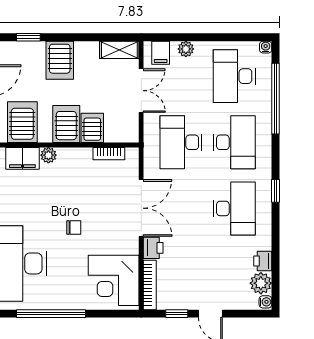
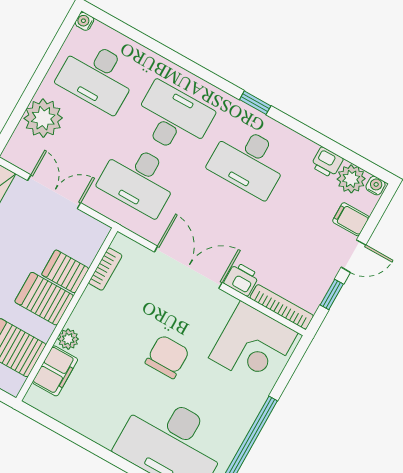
plant: (186, 49) -> (43, 118), width x1.87, depth x1.87
filing cabinet: (161, 53) -> (351, 219), moved, turned 180
window: (275, 99) -> (150, 43), removed
desk: (234, 208) -> (249, 161), turned 180
chair: (74, 228) -> (167, 357), width x1.87, depth x1.87

